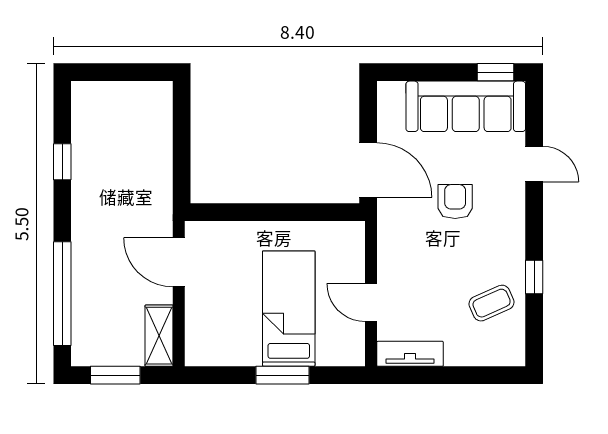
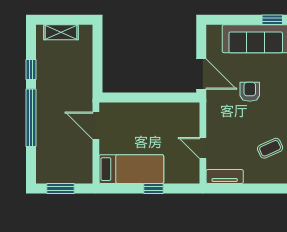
window: (62, 294) -> (31, 118), moved
bed: (289, 309) -> (131, 169), moved, turned 90
shelving: (159, 336) -> (61, 32), moved, turned 90
window: (282, 375) -> (154, 188), width x0.67

